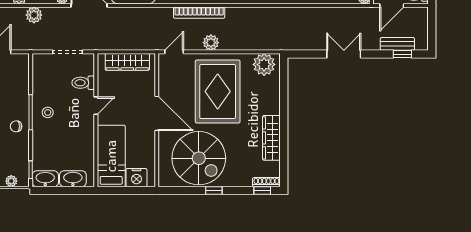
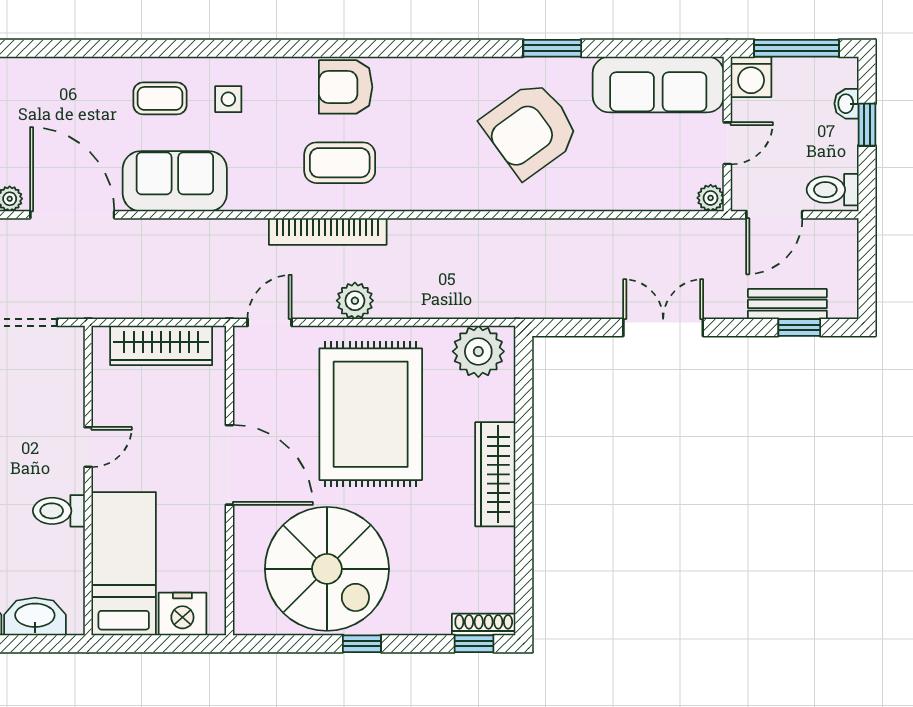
toilet: (83, 83) -> (59, 511), moved
wardrobe: (271, 138) -> (495, 474), moved

